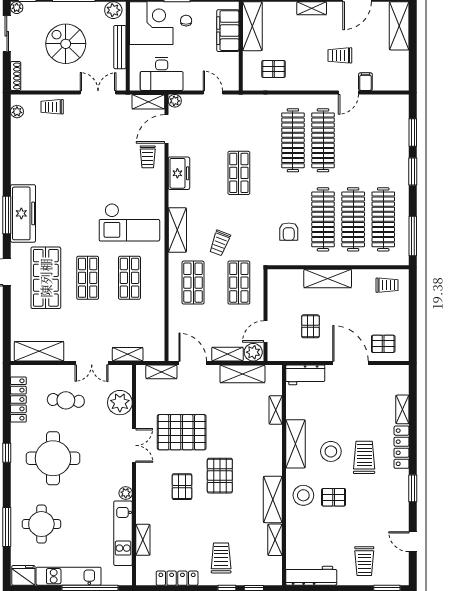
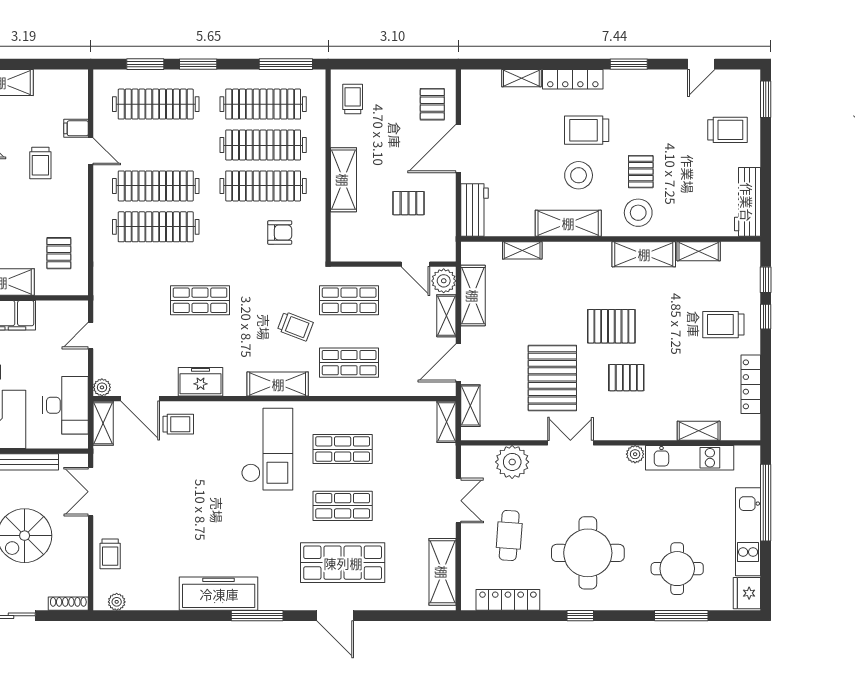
clothes rail: (383, 140) -> (156, 104), added
freezer: (23, 213) -> (219, 594), moved
shelving: (128, 354) -> (447, 422), moved

